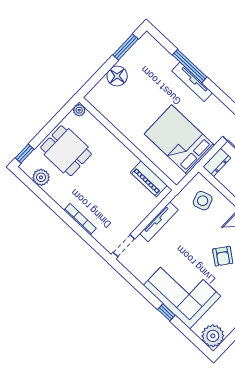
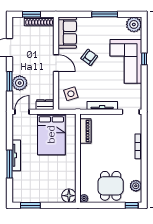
floor lamp: (117, 76) -> (69, 196), moved

